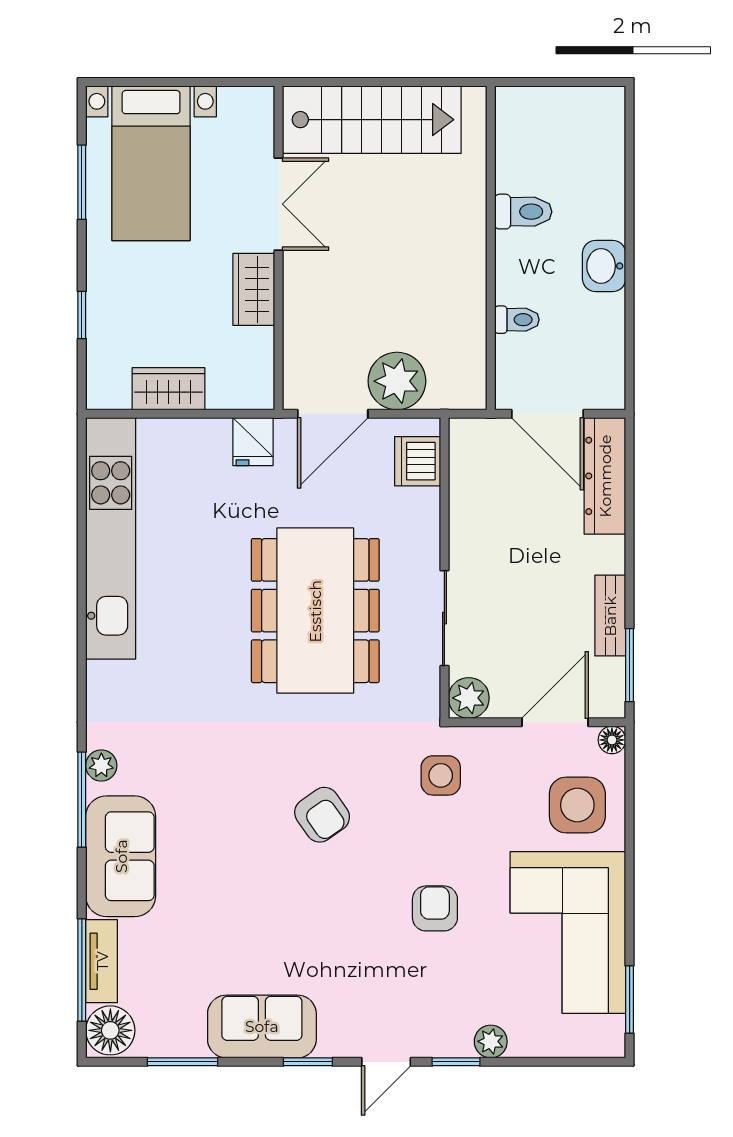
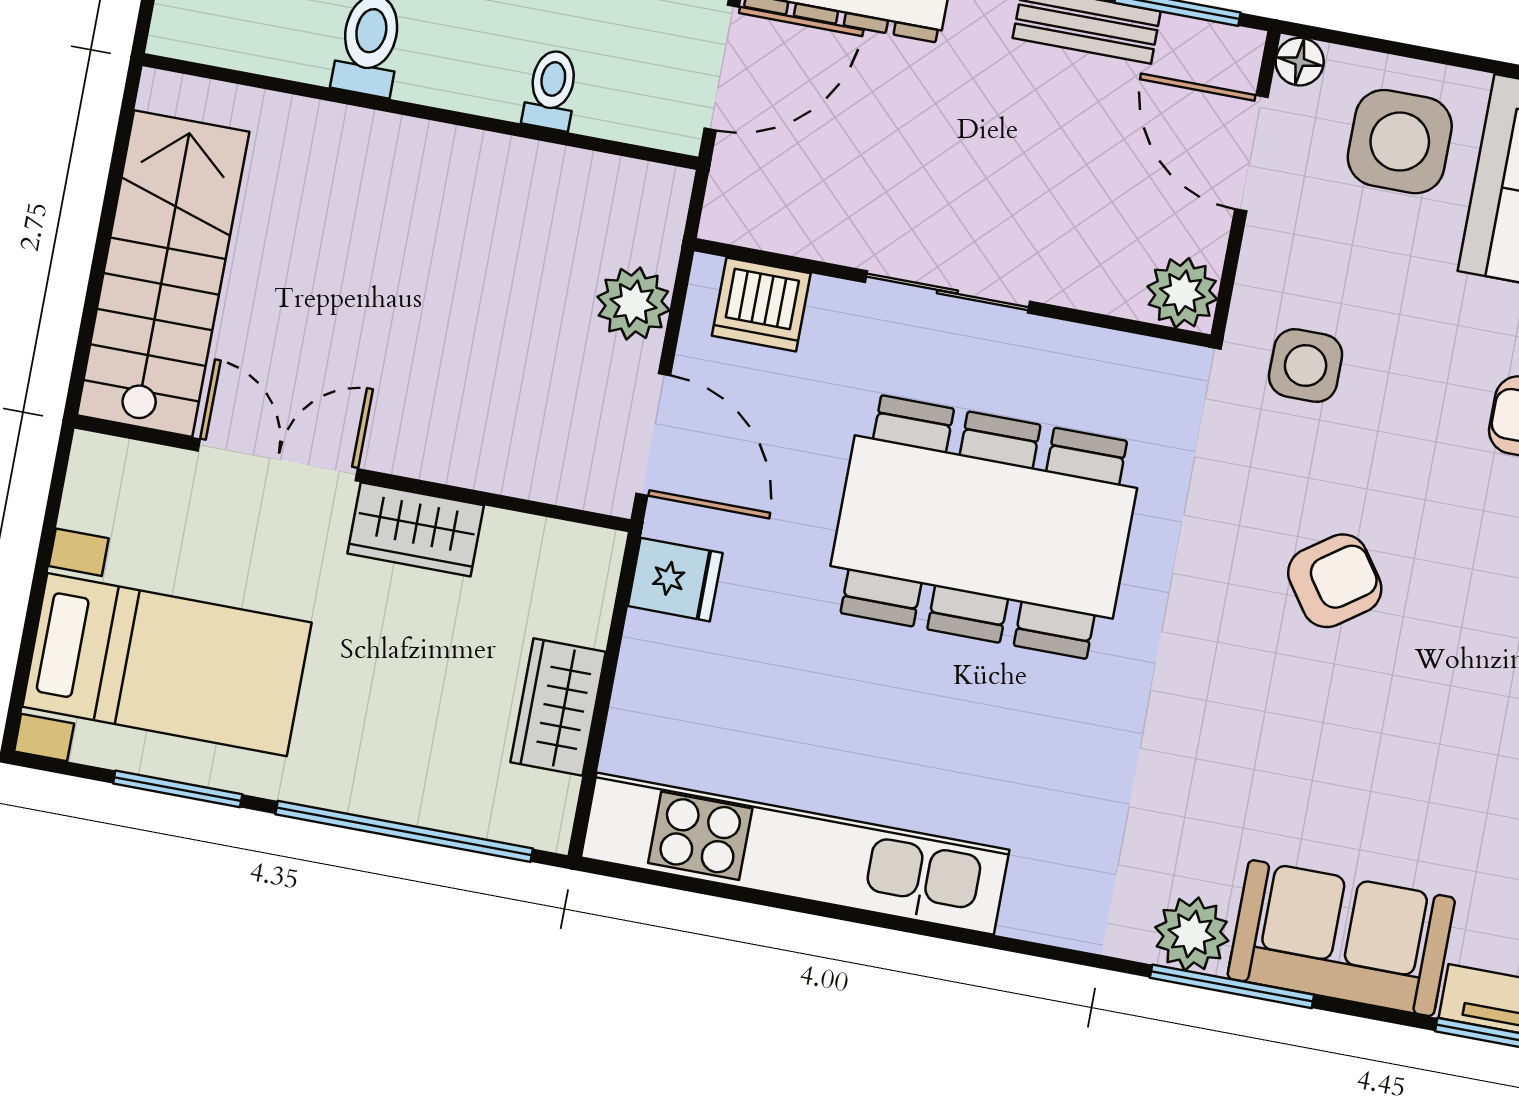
window: (82, 315) -> (404, 831), width x3.17
plant: (397, 381) -> (633, 303), width x0.73, depth x0.73
sliding door: (444, 618) -> (947, 292), moved
plant: (101, 765) -> (1192, 934), width x1.38, depth x1.38

